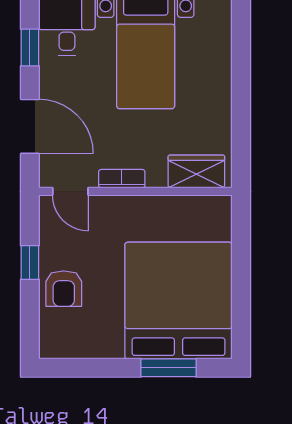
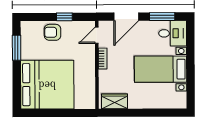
window: (30, 48) -> (162, 17), width x1.50
wardrobe: (196, 171) -> (115, 101), moved, turned -90
window: (169, 368) -> (17, 48), moved

